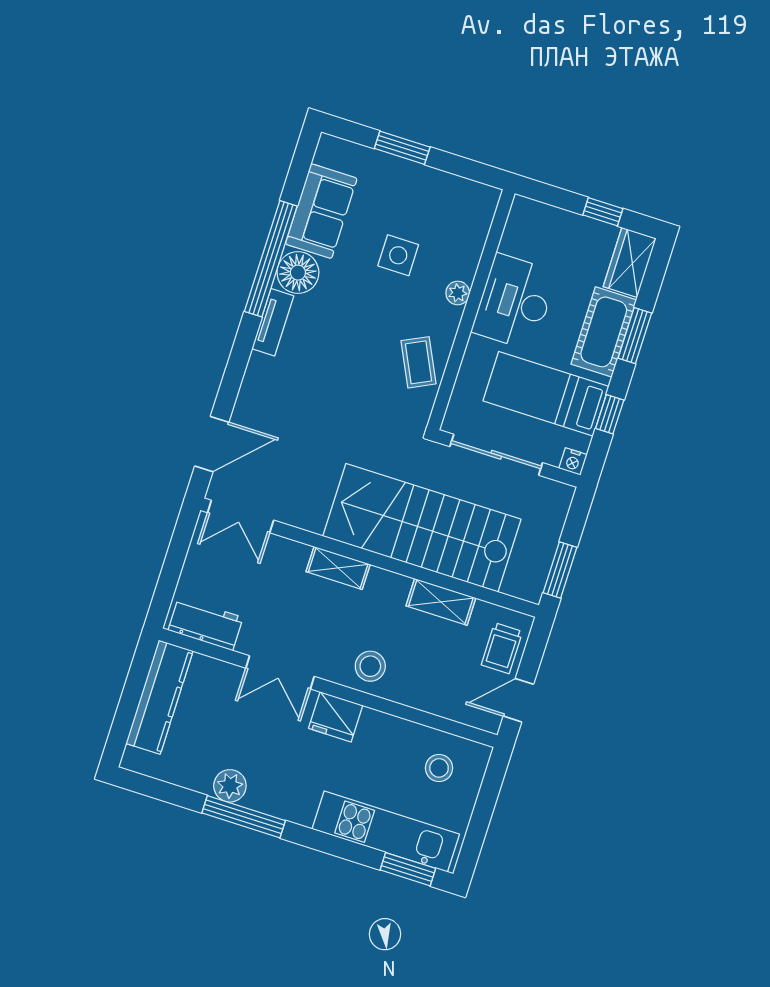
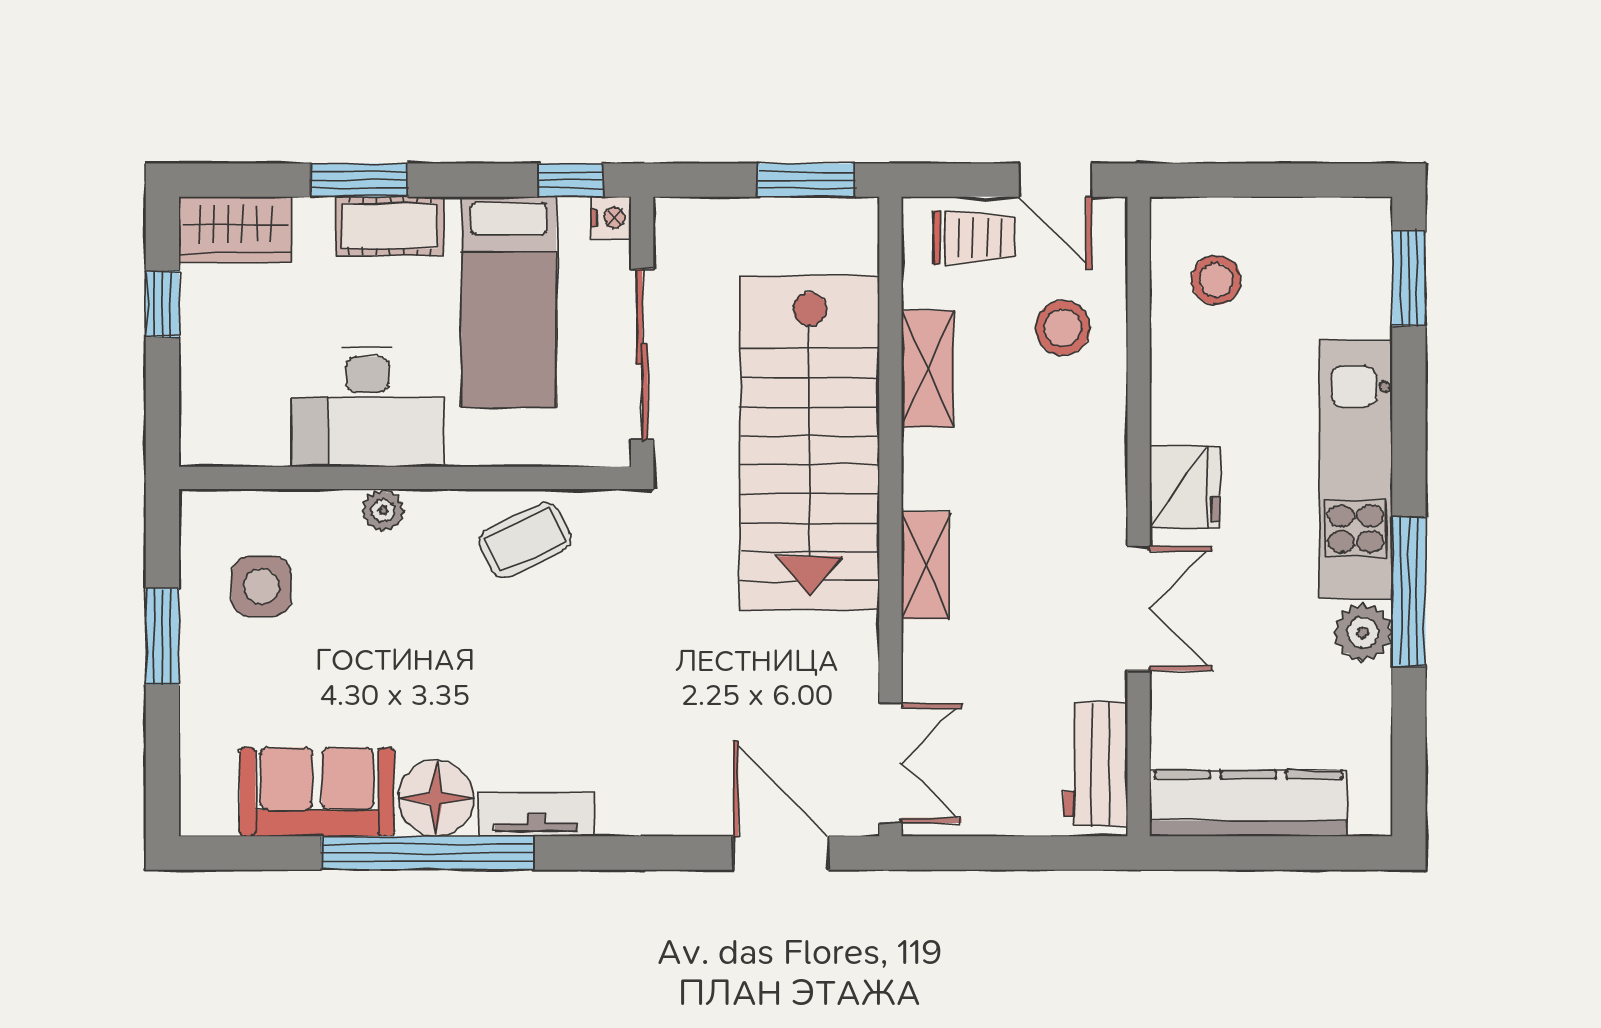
window: (402, 148) -> (162, 636), moved
side table: (398, 255) -> (261, 586), moved
cot: (604, 332) -> (390, 226), width x0.73, depth x0.75
window: (610, 414) -> (570, 180), moved
stool: (370, 666) -> (1063, 328), moved
kitchen unit: (386, 832) -> (1356, 469), moved

